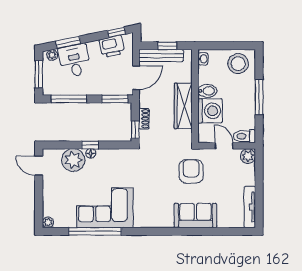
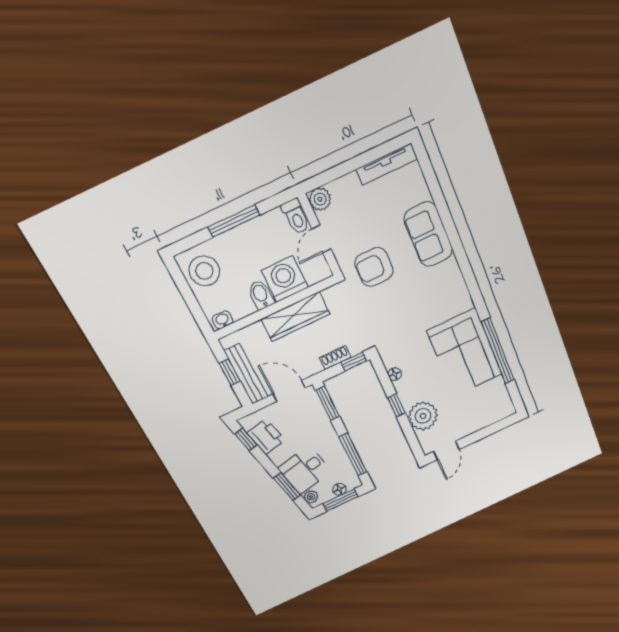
floor lamp: (48, 77) -> (340, 489), added
floor lamp: (91, 153) -> (395, 374), moved
plant: (48, 222) -> (508, 410), removed

